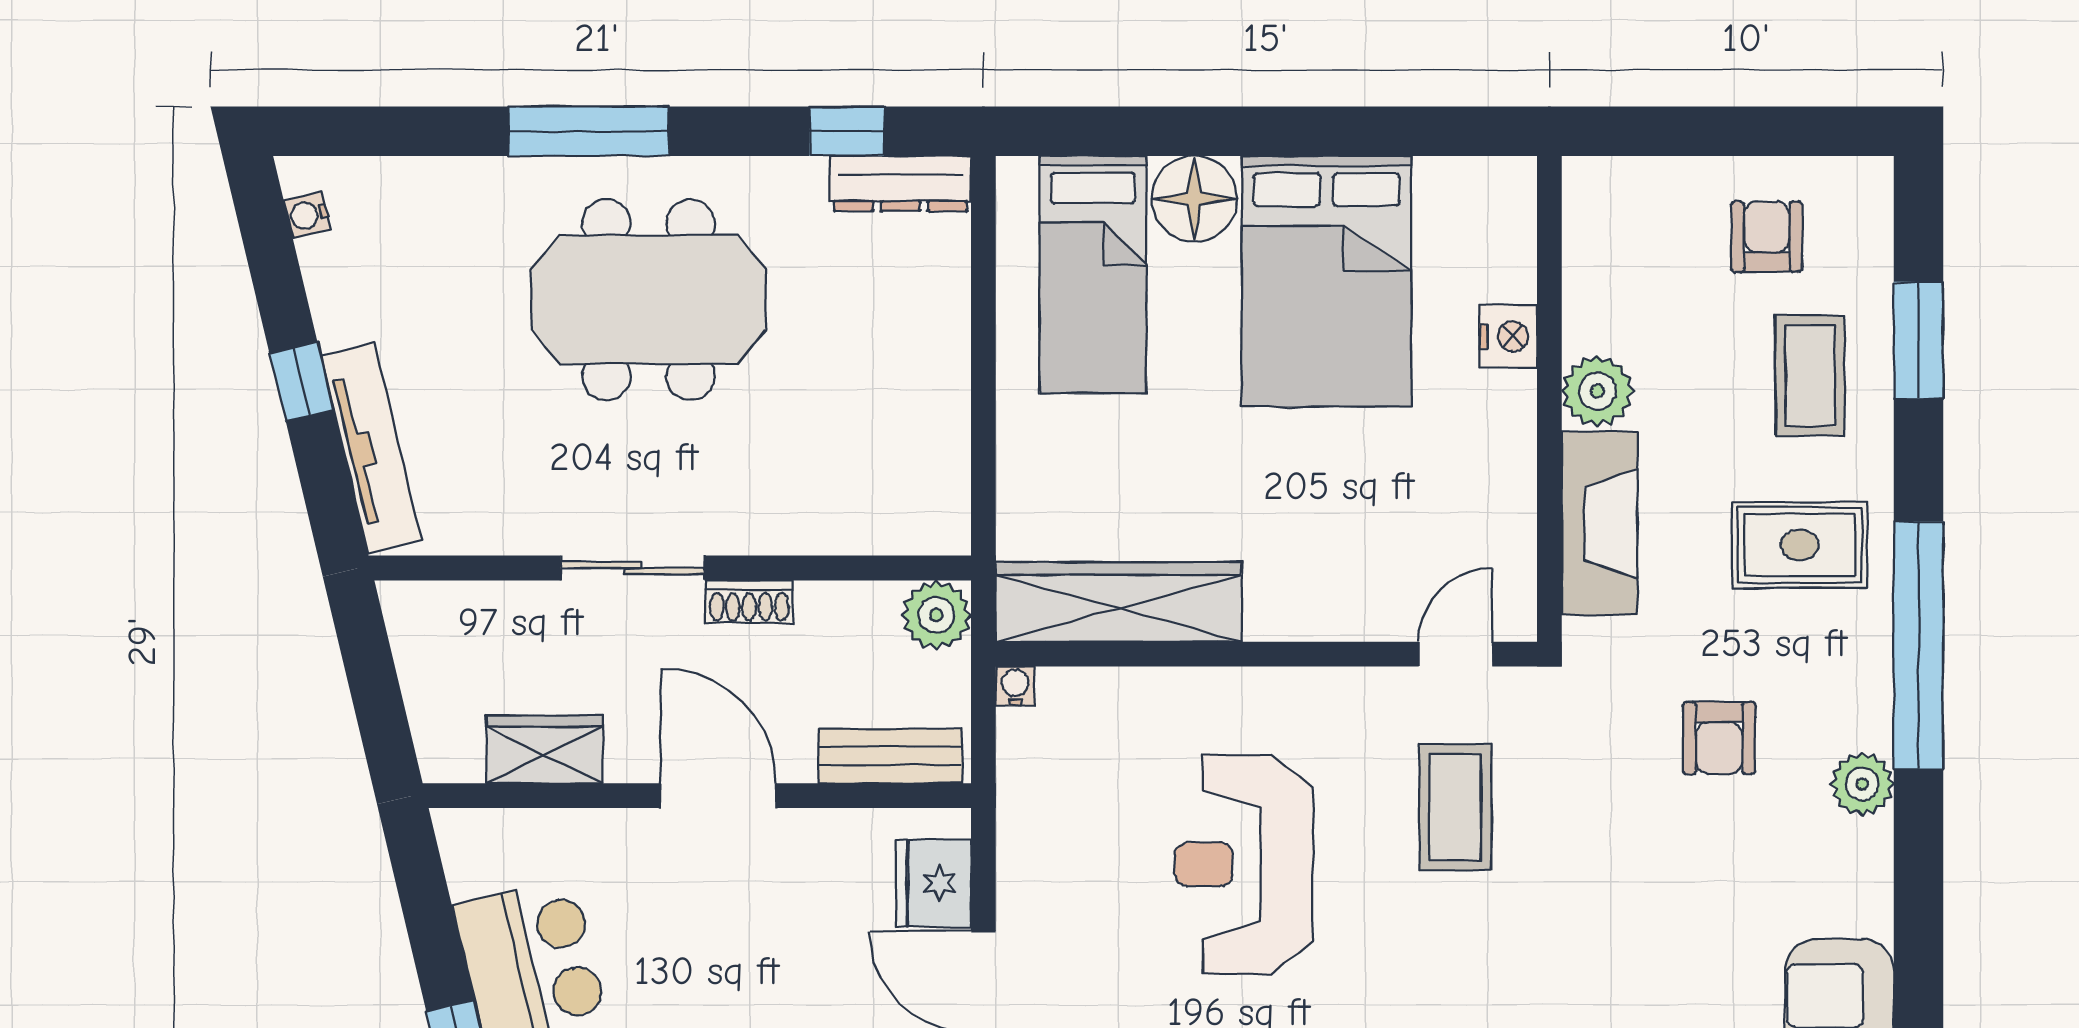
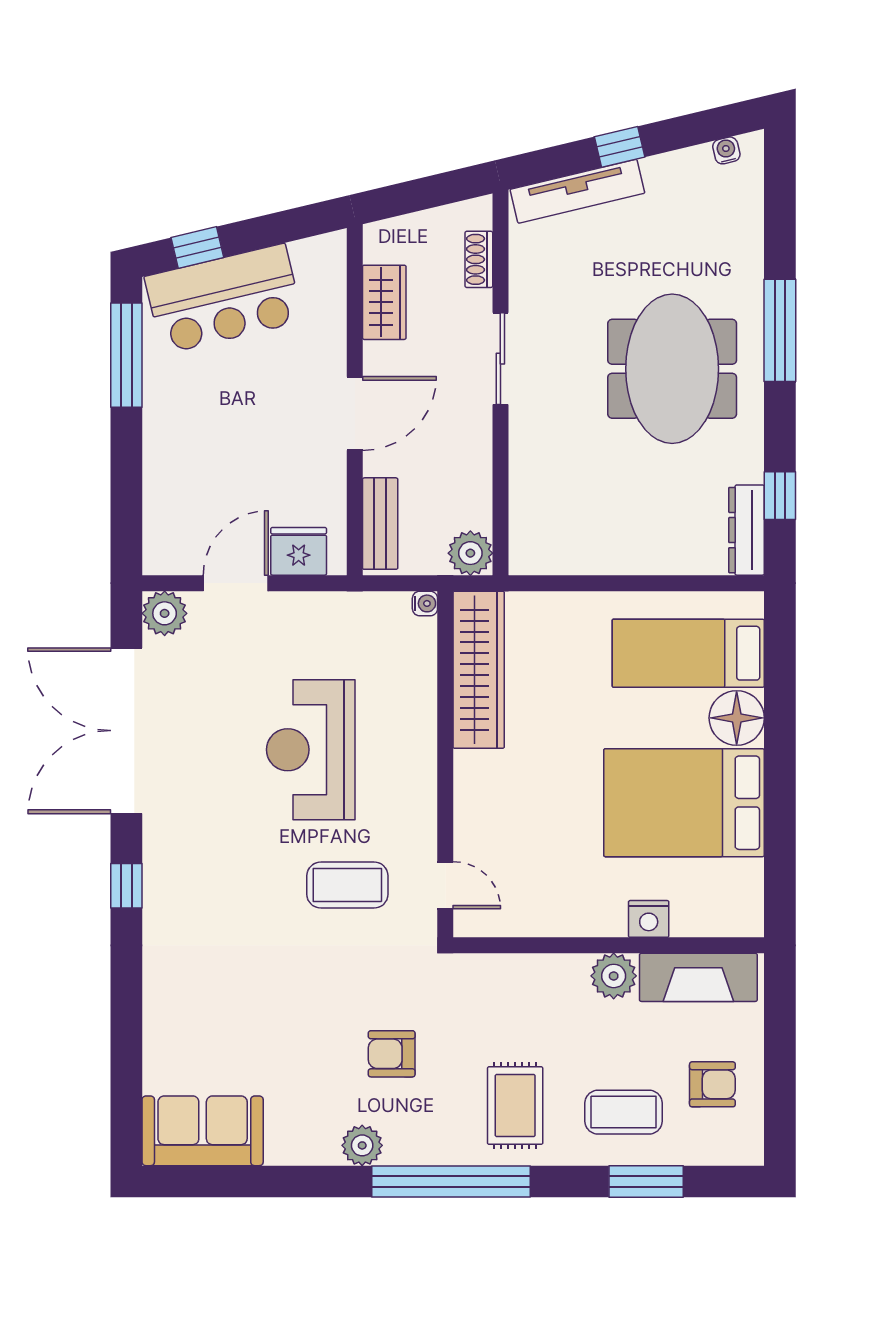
fireplace: (1599, 523) -> (698, 977), moved
shoe rack: (749, 602) -> (479, 259), moved
reception desk: (1244, 865) -> (311, 750), turned -90

